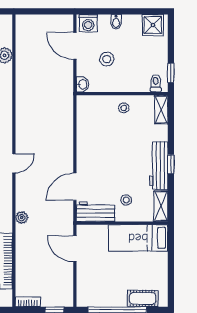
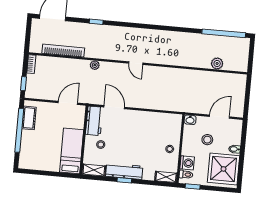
washing machine: (88, 23) -> (187, 163), moved, turned 180
shower: (153, 25) -> (223, 169), width x1.86, depth x1.86
cot: (143, 299) -> (29, 118), moved

